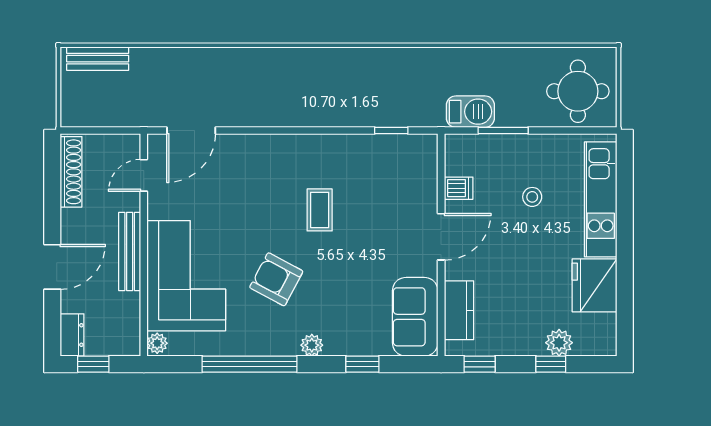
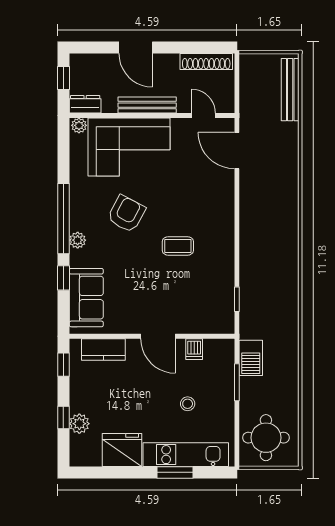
bench: (98, 59) -> (290, 90), width x1.36
window: (625, 214) -> (175, 472), added
sofa: (415, 317) -> (86, 298), moved, turned 90
dresser: (72, 335) -> (85, 104), moved, turned 180
window: (249, 364) -> (63, 219), moved

